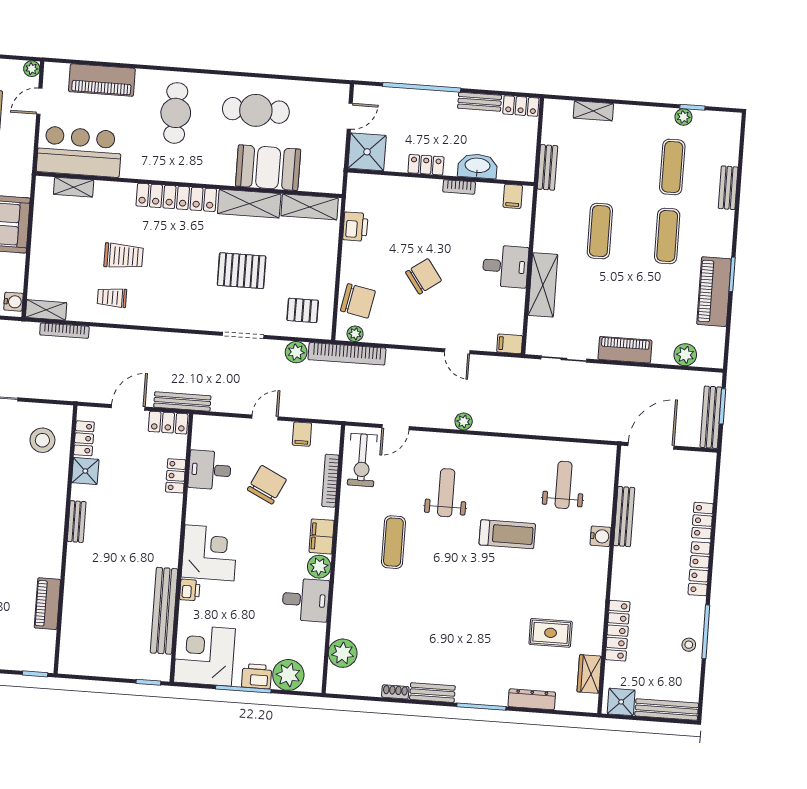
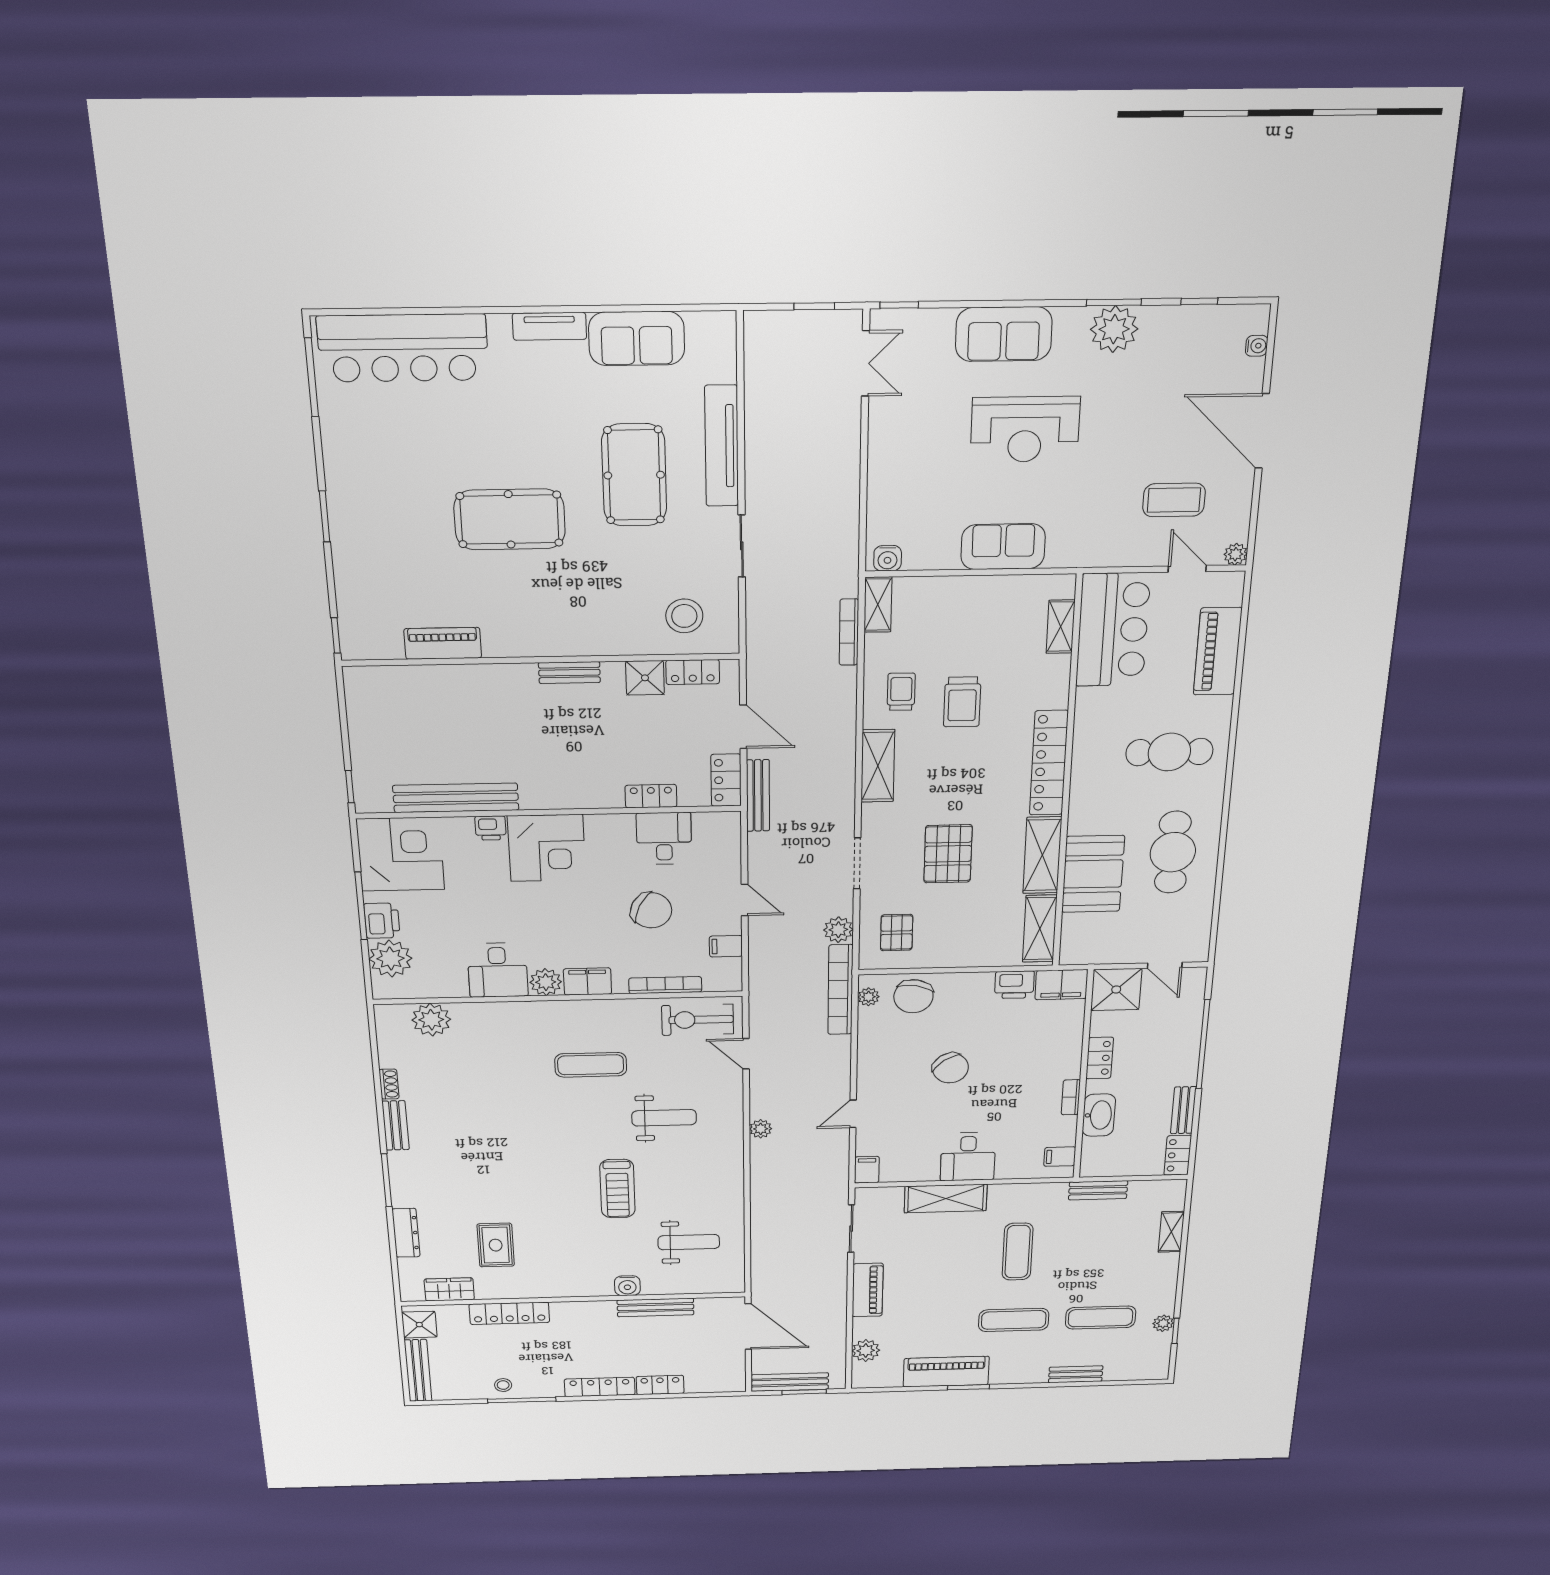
filing cabinet: (359, 192) -> (1061, 985), added
exercise mat: (600, 231) -> (1018, 1252), turned 90
shelving: (167, 317) -> (878, 766), added

